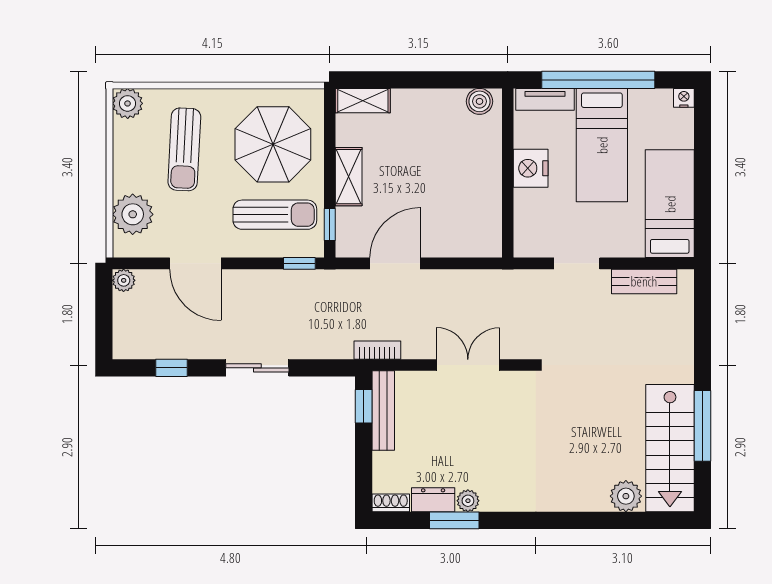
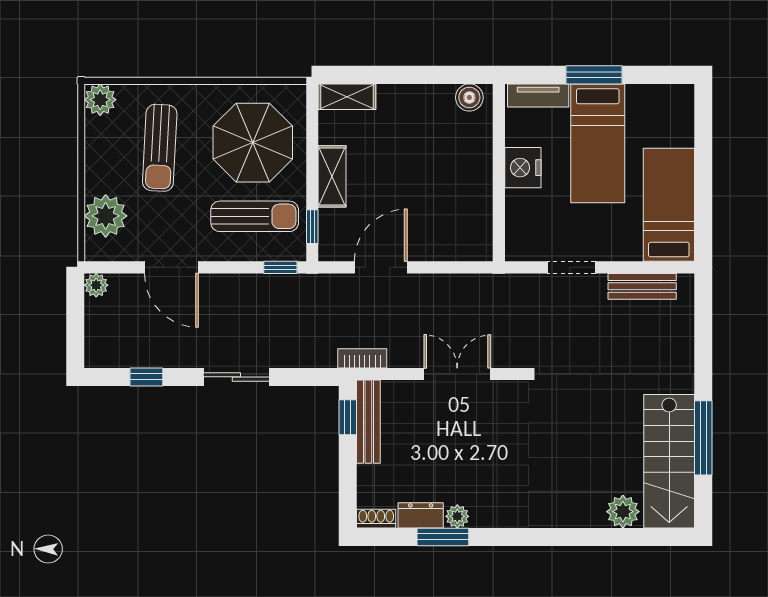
window: (598, 80) -> (594, 75), width x0.47
nightstand: (684, 98) -> (684, 94), removed

